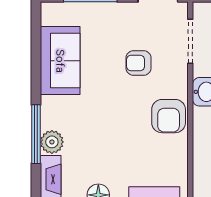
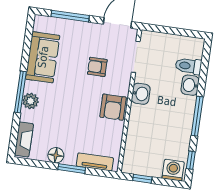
window: (36, 134) -> (20, 92), moved
plant: (52, 142) -> (30, 101), moved

